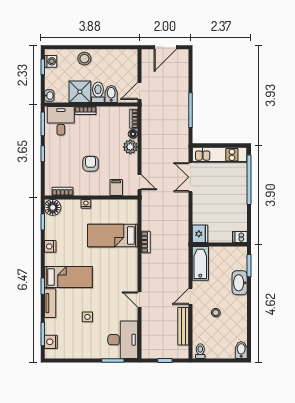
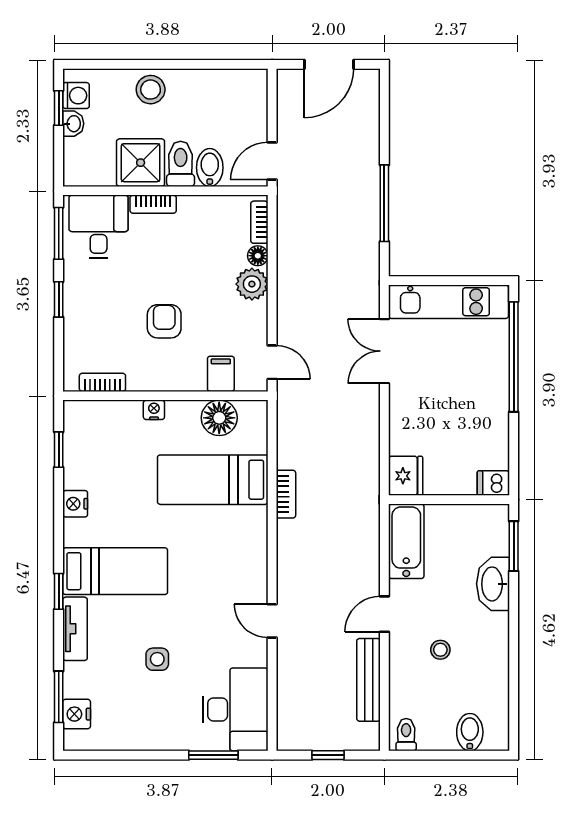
washbasin: (49, 96) -> (73, 124), moved
floor lamp: (53, 207) -> (219, 418), moved
bidet: (241, 350) -> (470, 732), moved

